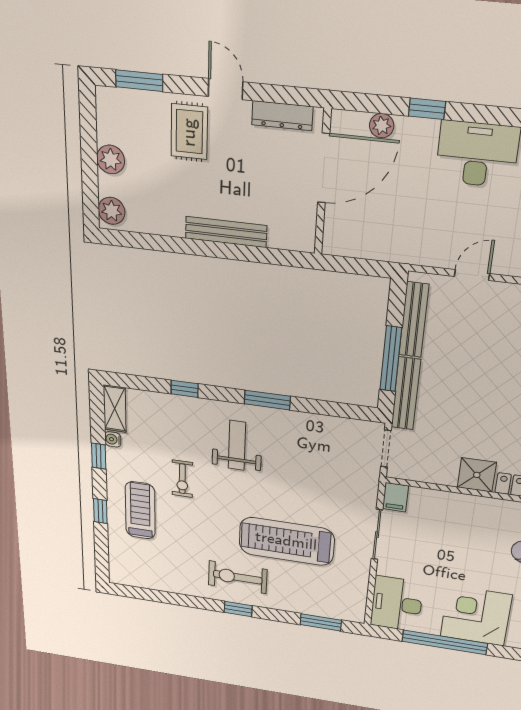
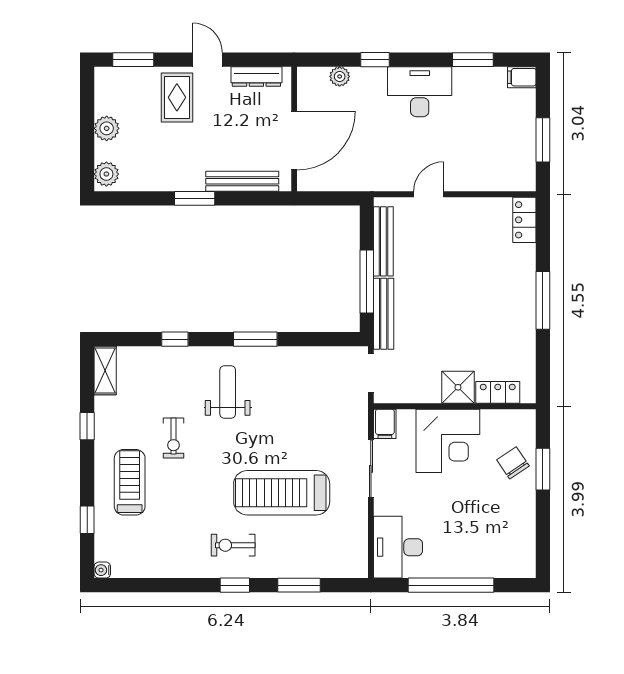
door: (324, 168) -> (294, 141), moved
bench: (226, 232) -> (242, 181), moved
window: (207, 249) -> (195, 198), added
water cooler: (113, 439) -> (102, 570), moved
window: (100, 511) -> (87, 520), moved
exercise bike: (238, 577) -> (233, 545), width x0.73, depth x0.72
corner desk: (476, 616) -> (448, 441), moved, turned 180
window: (321, 622) -> (299, 585), moved

